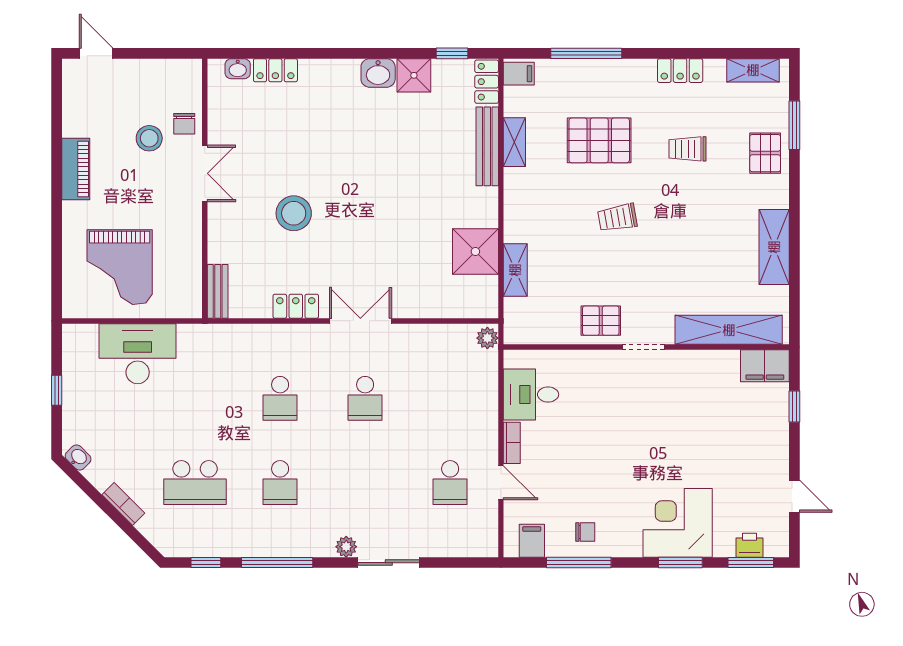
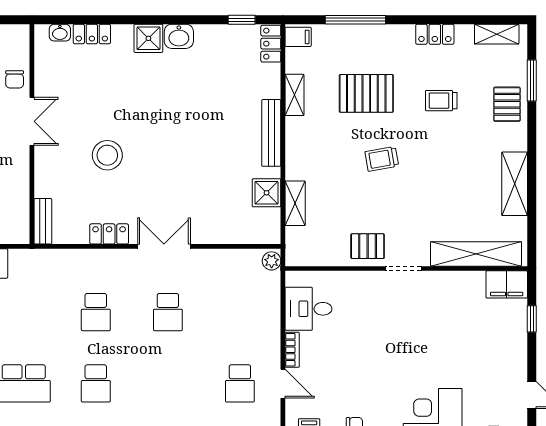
shower: (414, 75) -> (148, 38), moved
bench: (487, 146) -> (271, 133), moved
shower: (475, 252) -> (267, 193), width x0.73, depth x0.73

